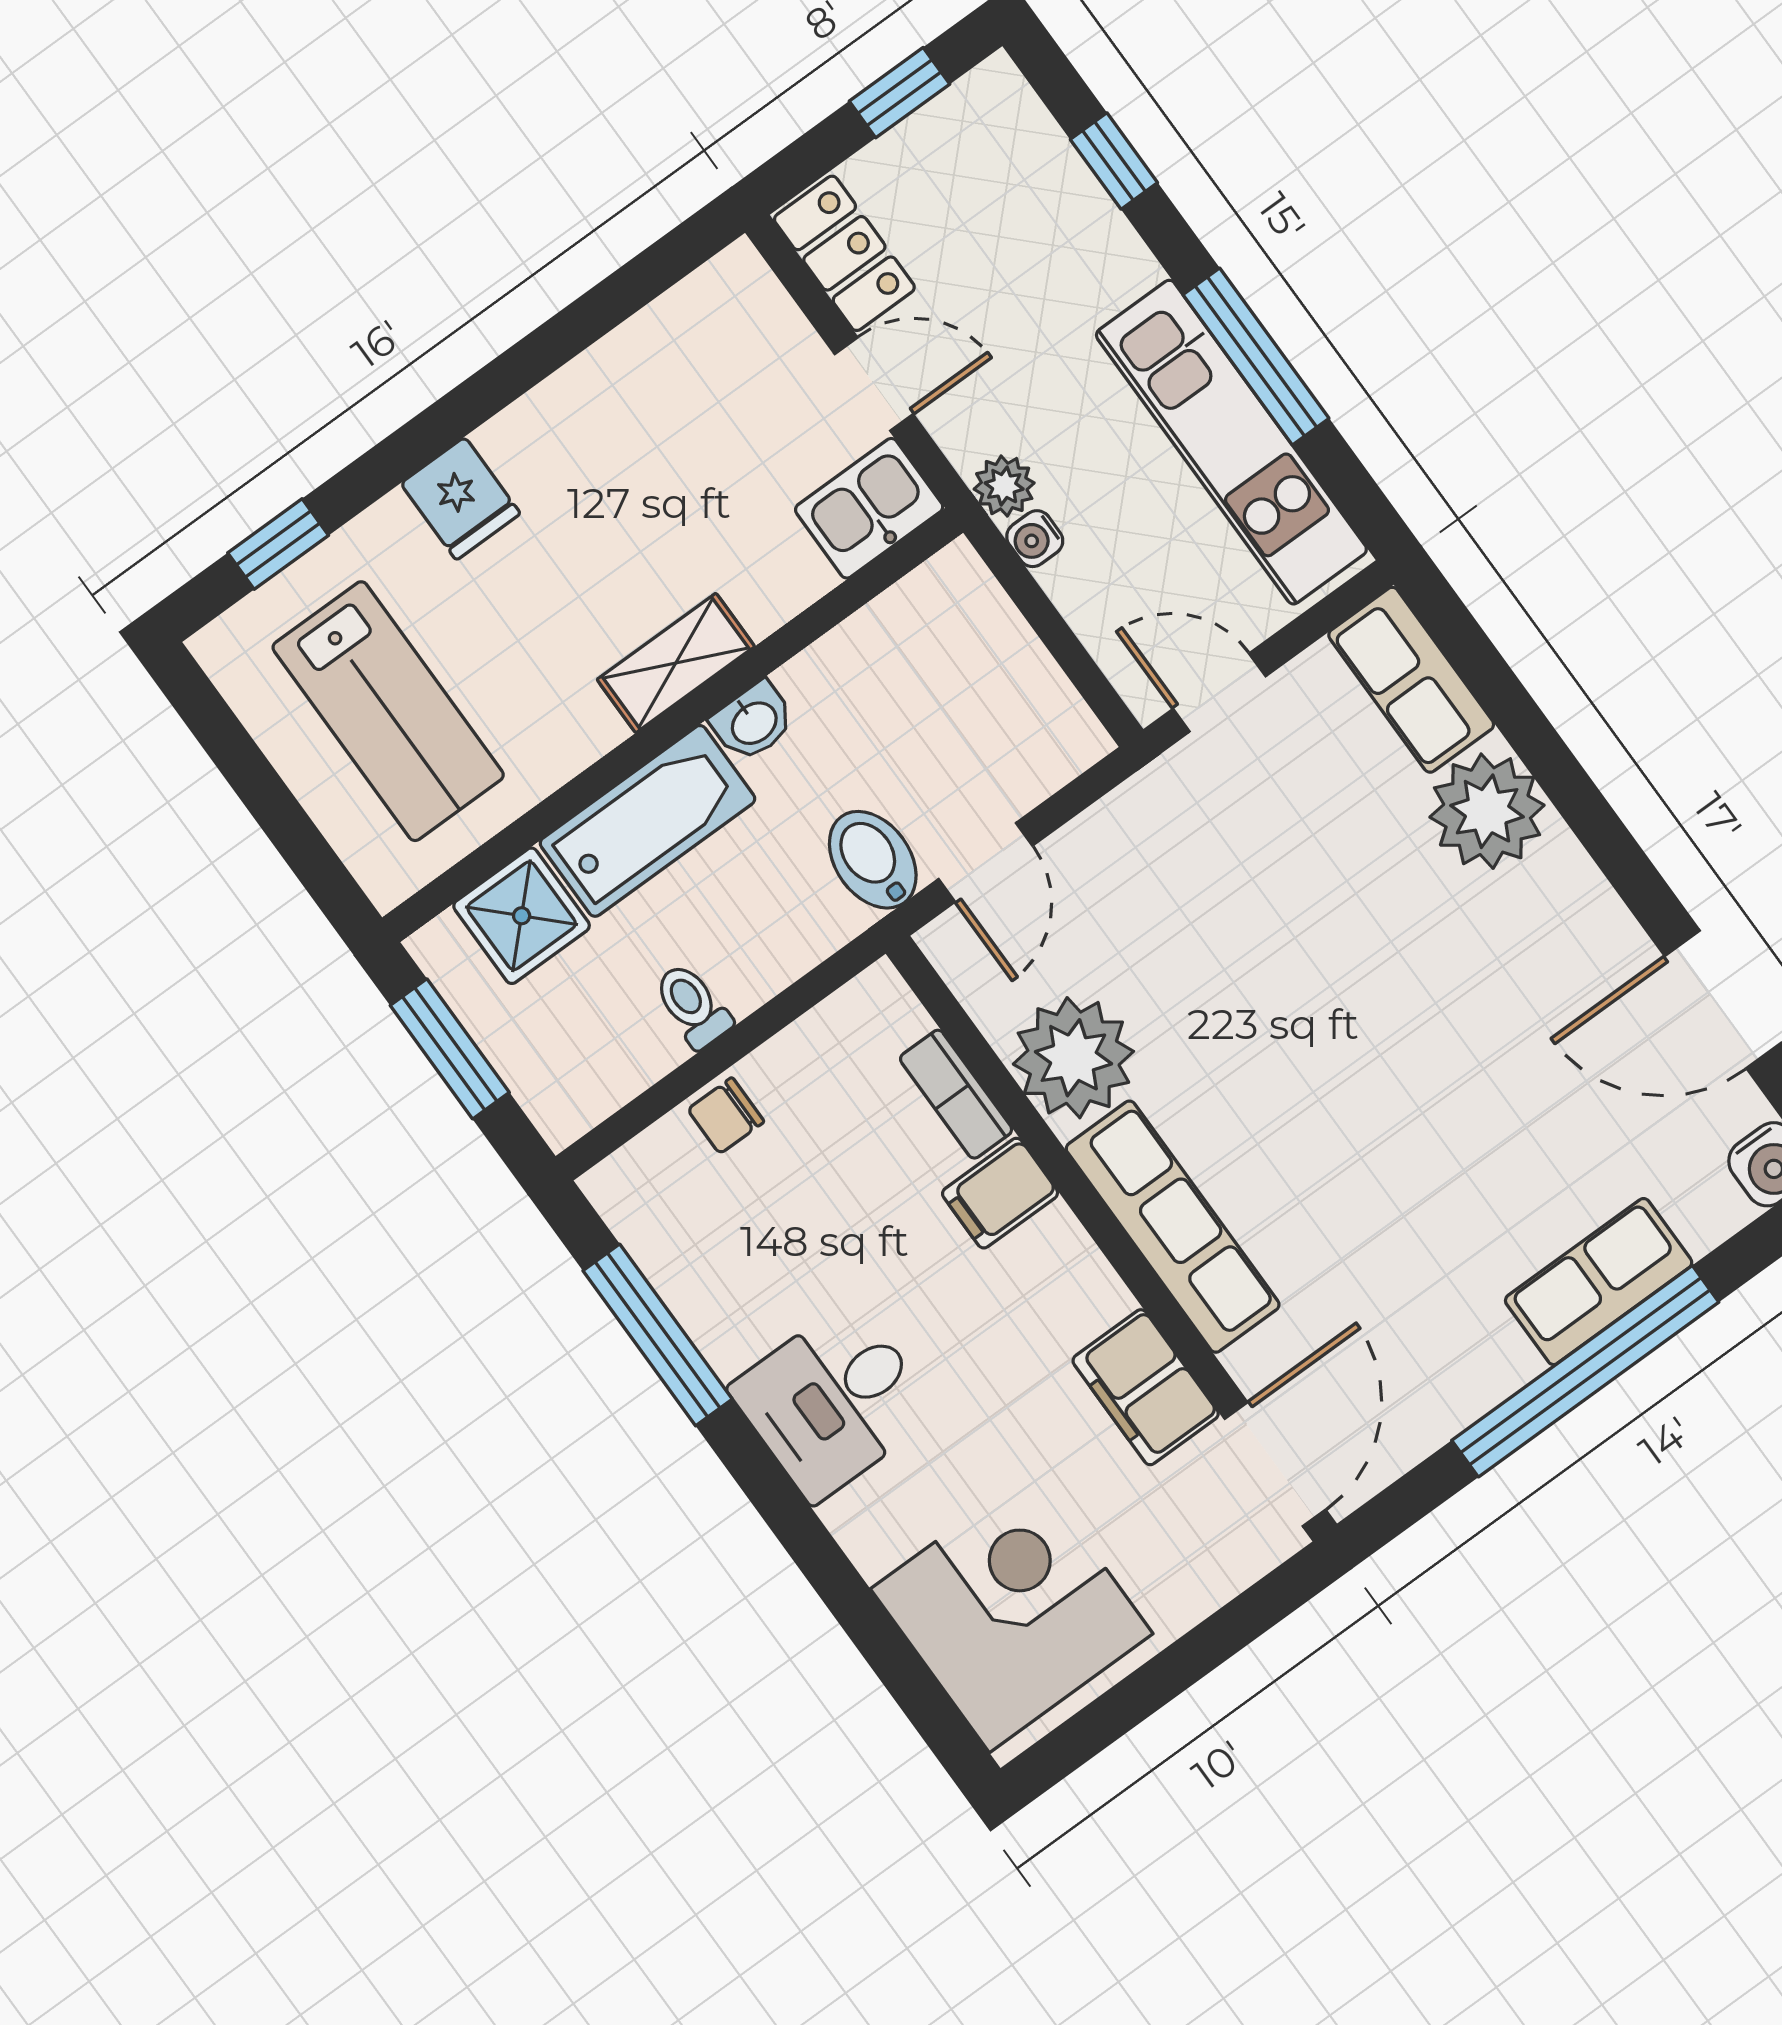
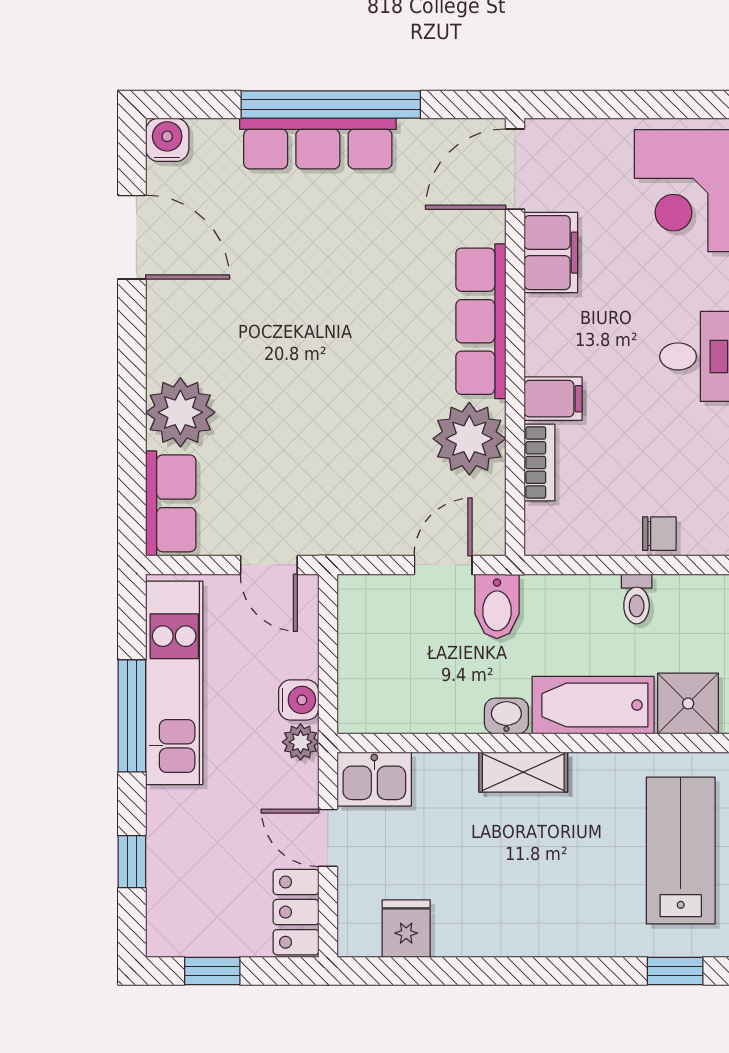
fridge: (461, 499) -> (406, 929), moved
water cooler: (1035, 539) -> (299, 700), width x1.38, depth x1.38
row of seats: (1599, 1282) -> (318, 144), width x1.48

